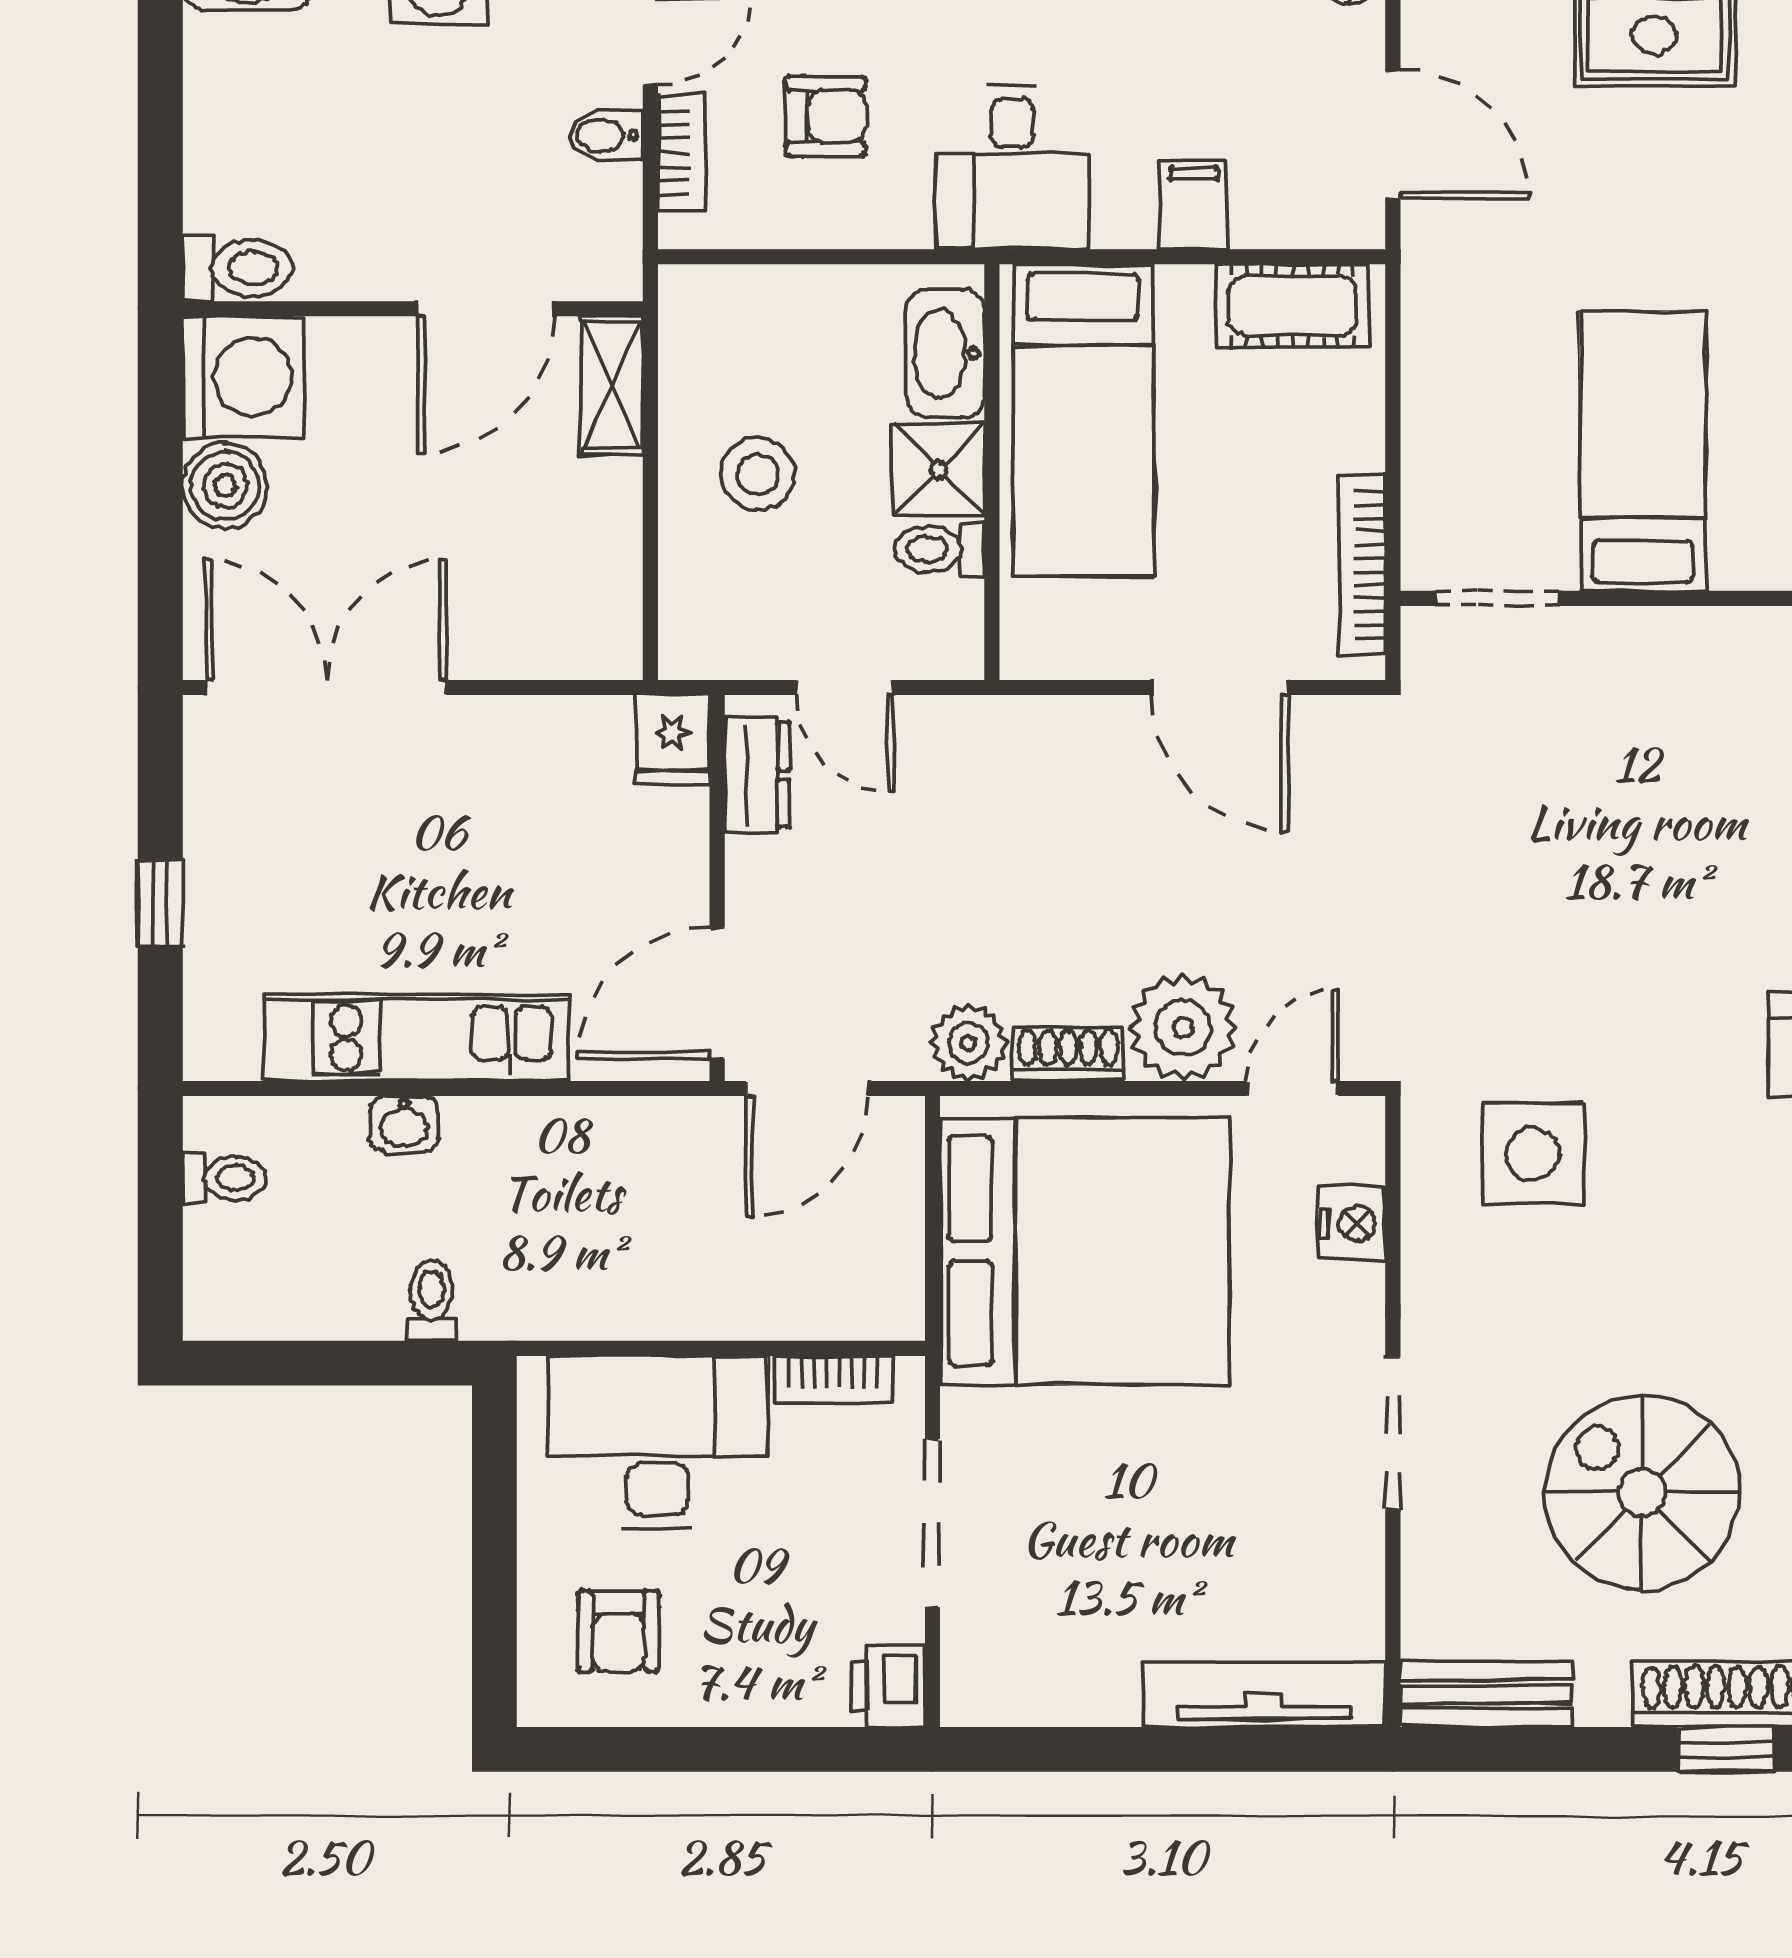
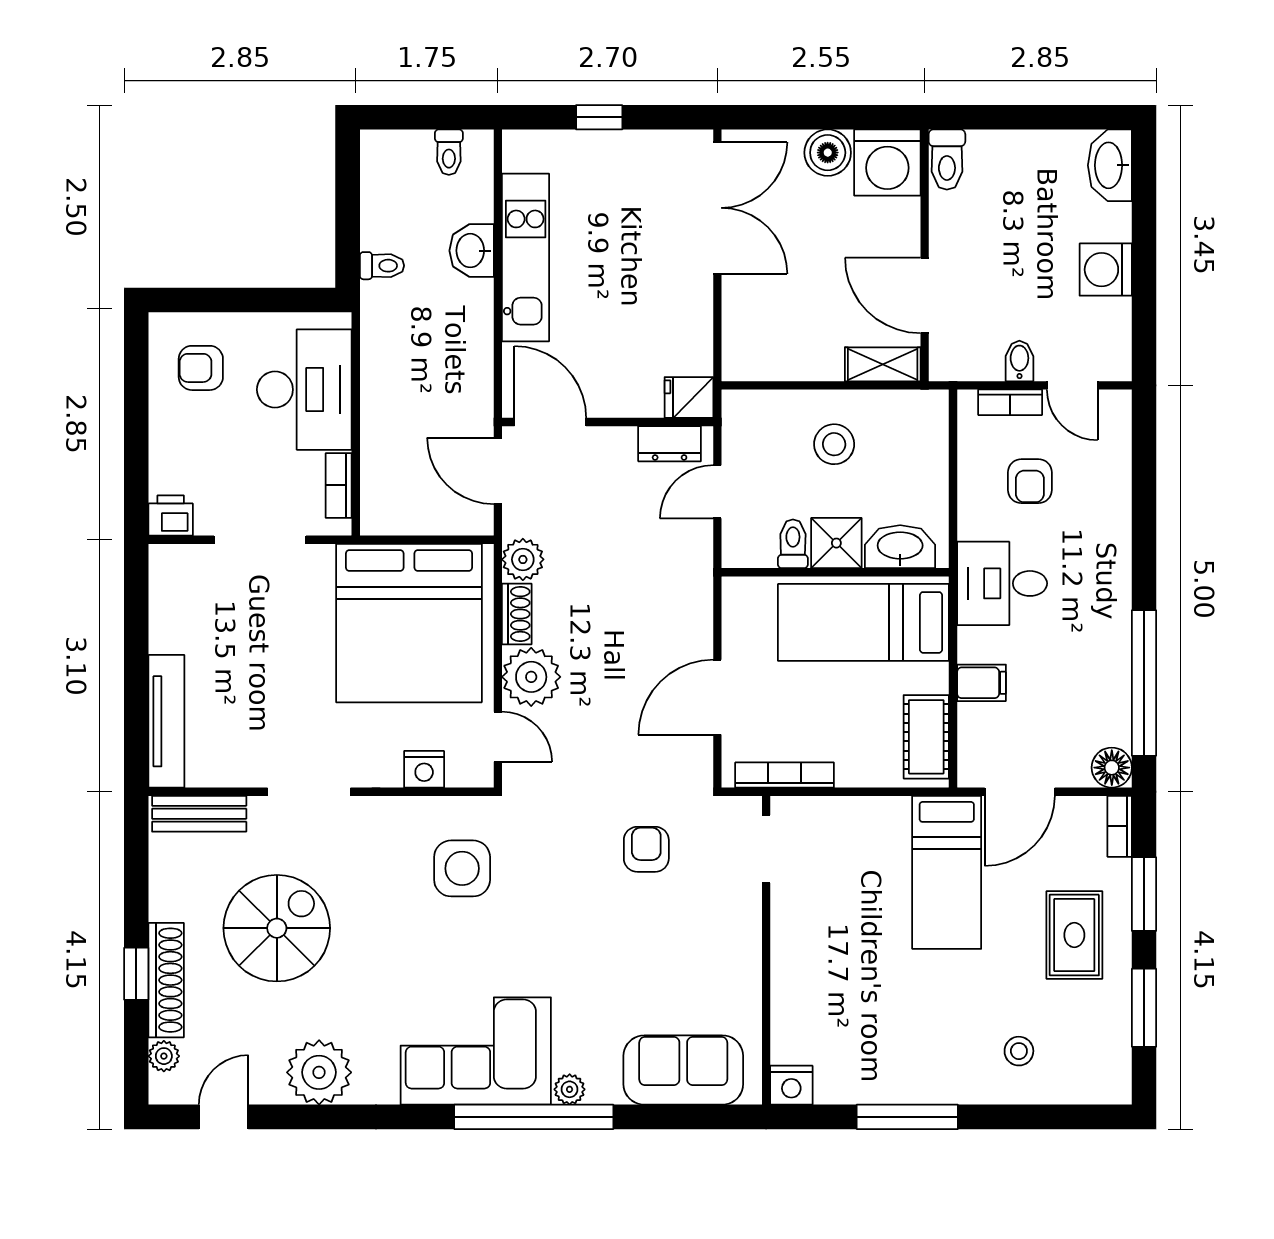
bed: (1643, 451) -> (947, 872), moved, turned 90
armchair: (1498, 817) -> (646, 849), added
washbasin: (404, 1124) -> (472, 251), width x1.38, depth x1.45
bench: (1486, 1694) -> (199, 814), moved, turned 90

